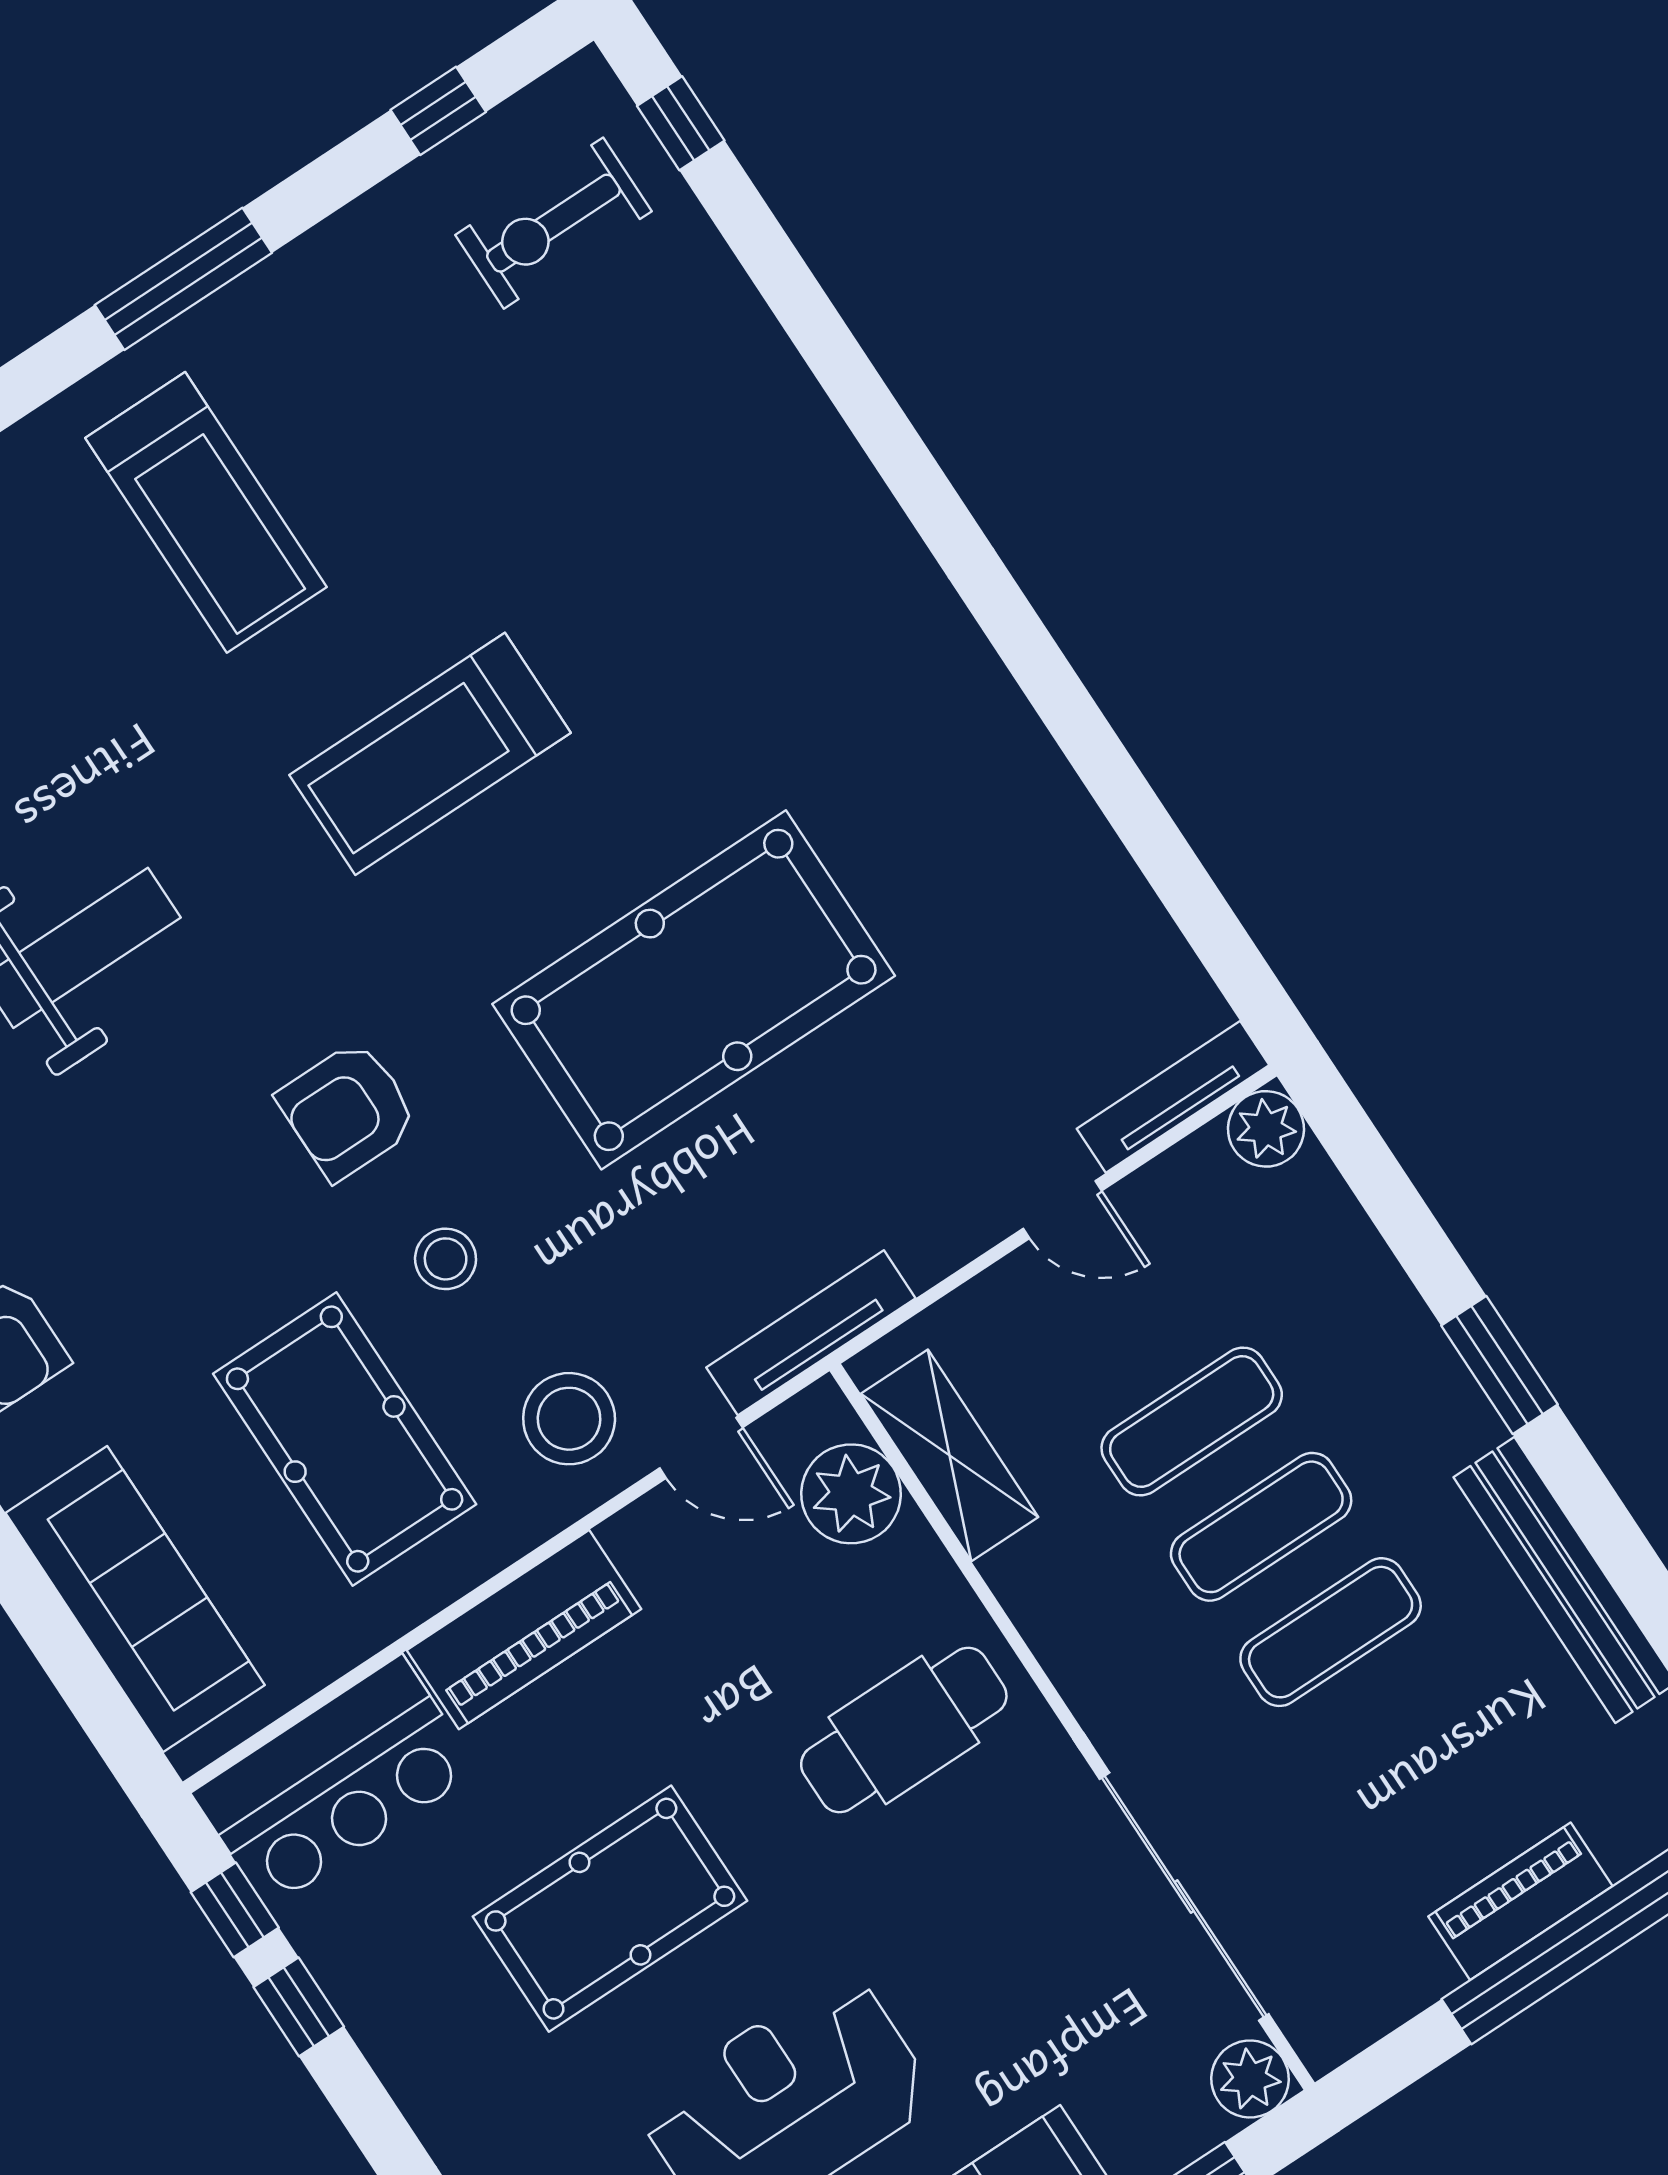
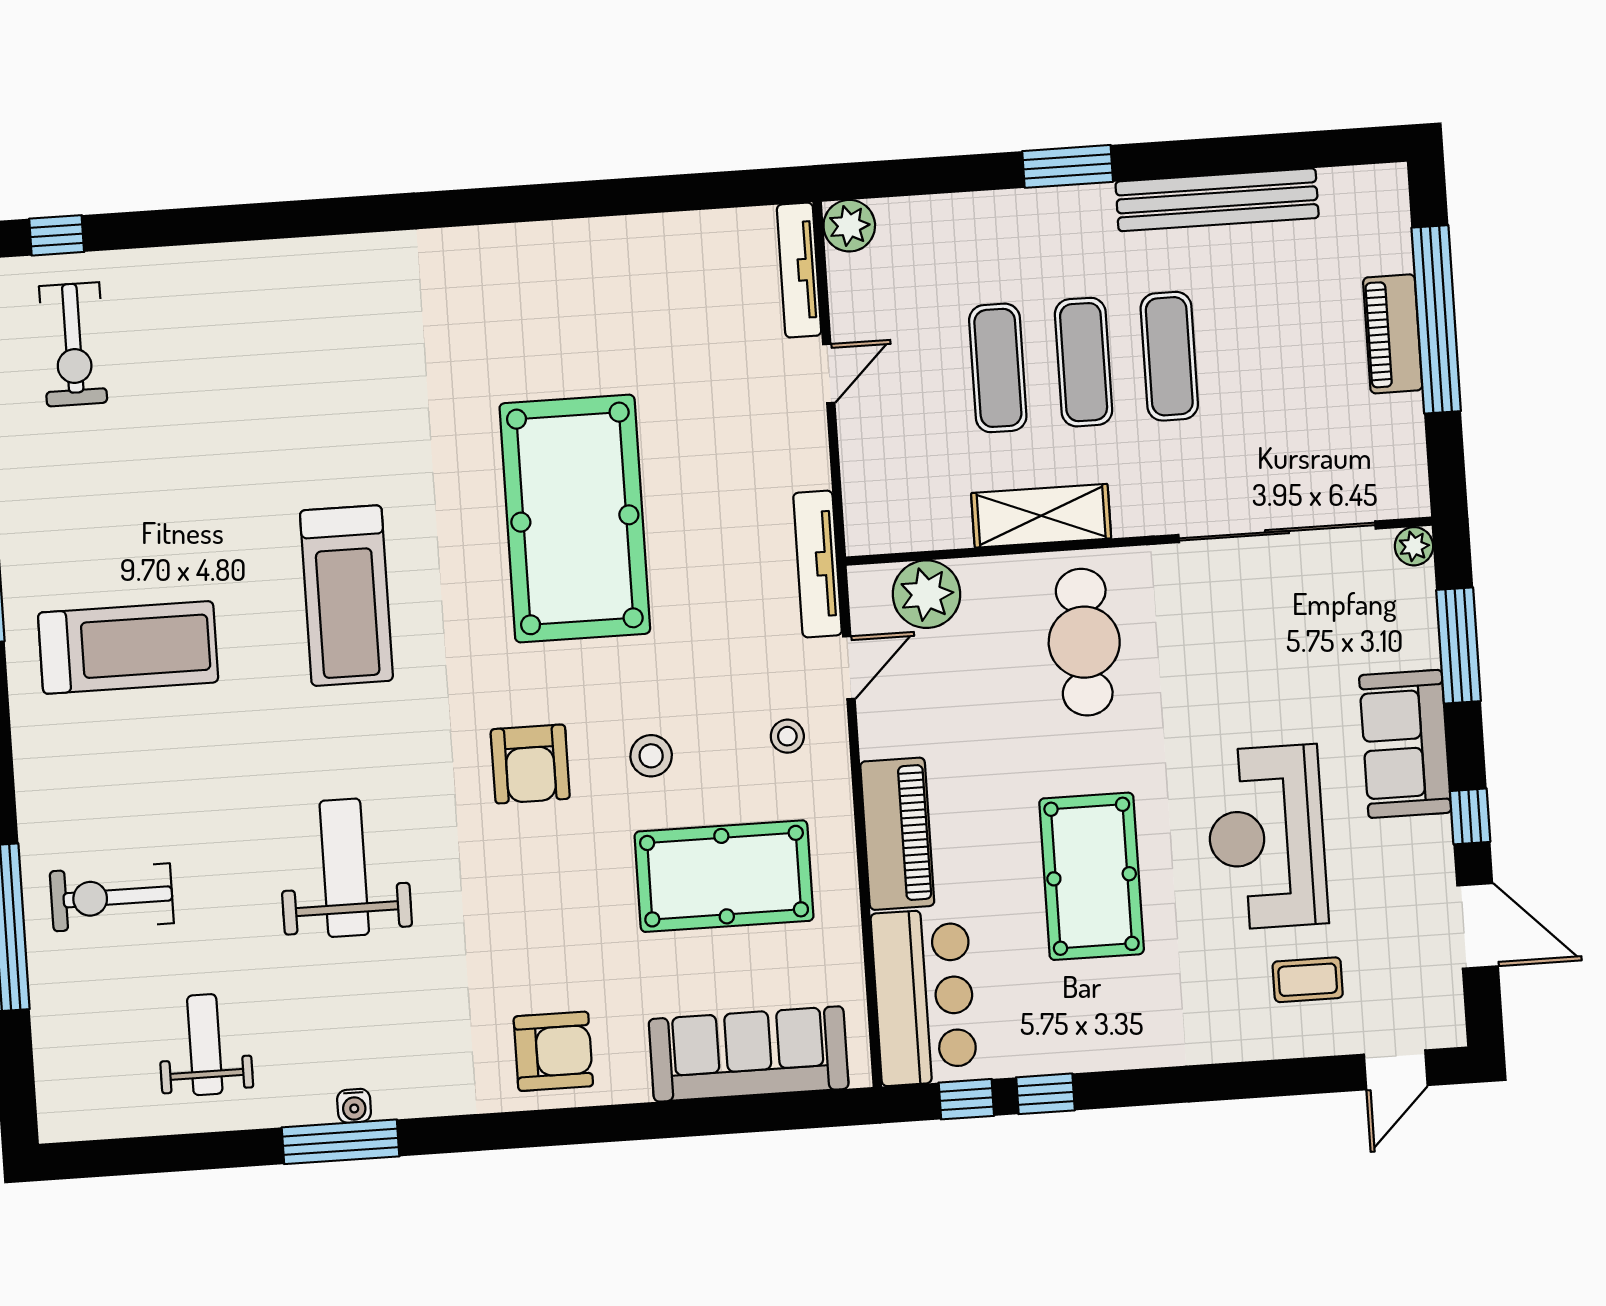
stool: (569, 1419) -> (787, 736), width x0.53, depth x0.53
shelving: (950, 1455) -> (1041, 516), moved
plant: (1250, 2079) -> (1414, 546), width x0.73, depth x0.73

